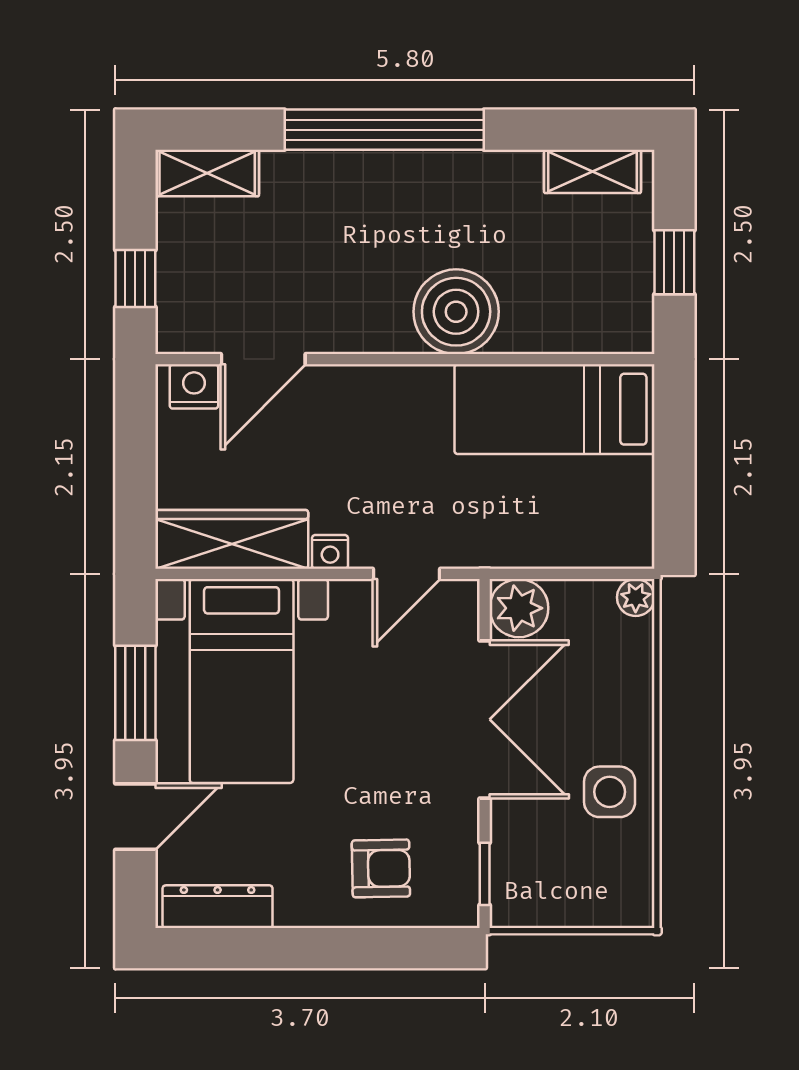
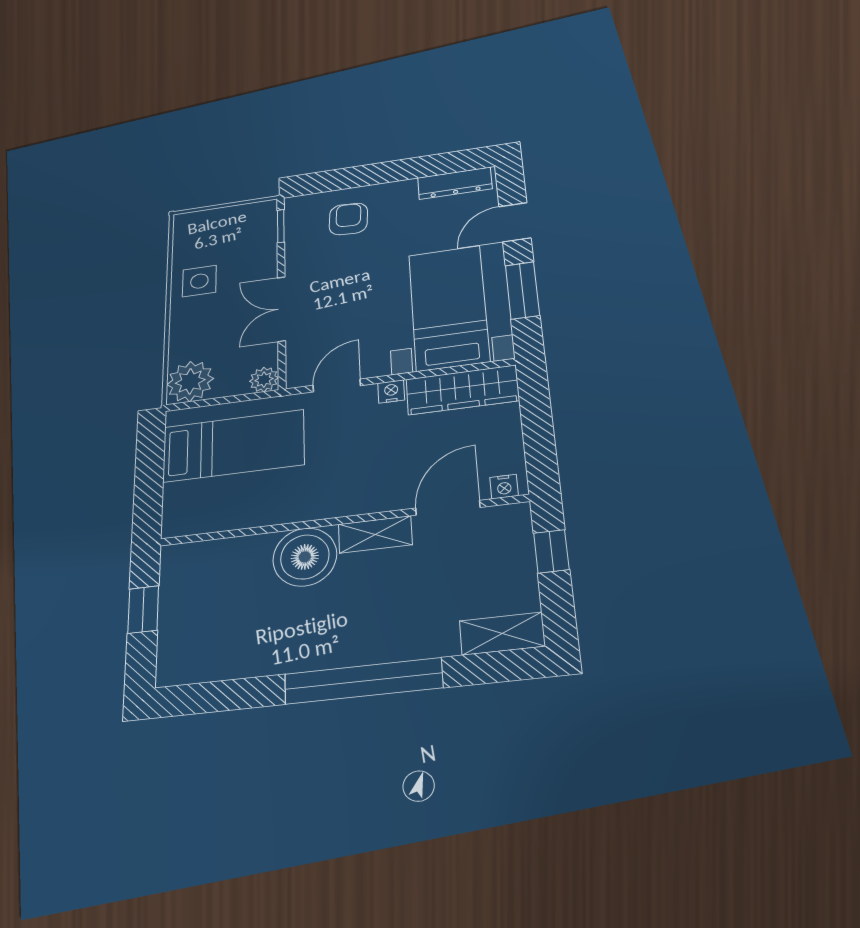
shelving: (593, 171) -> (375, 534), moved
nightstand: (194, 386) -> (504, 487), width x0.72, depth x0.74
bed: (554, 409) -> (233, 446), moved
plant: (636, 597) -> (190, 381), width x1.88, depth x1.88
plant: (519, 608) -> (264, 380), width x0.73, depth x0.73
double door: (485, 719) -> (281, 309), width x0.73
armchair: (381, 868) -> (348, 219), turned 94

